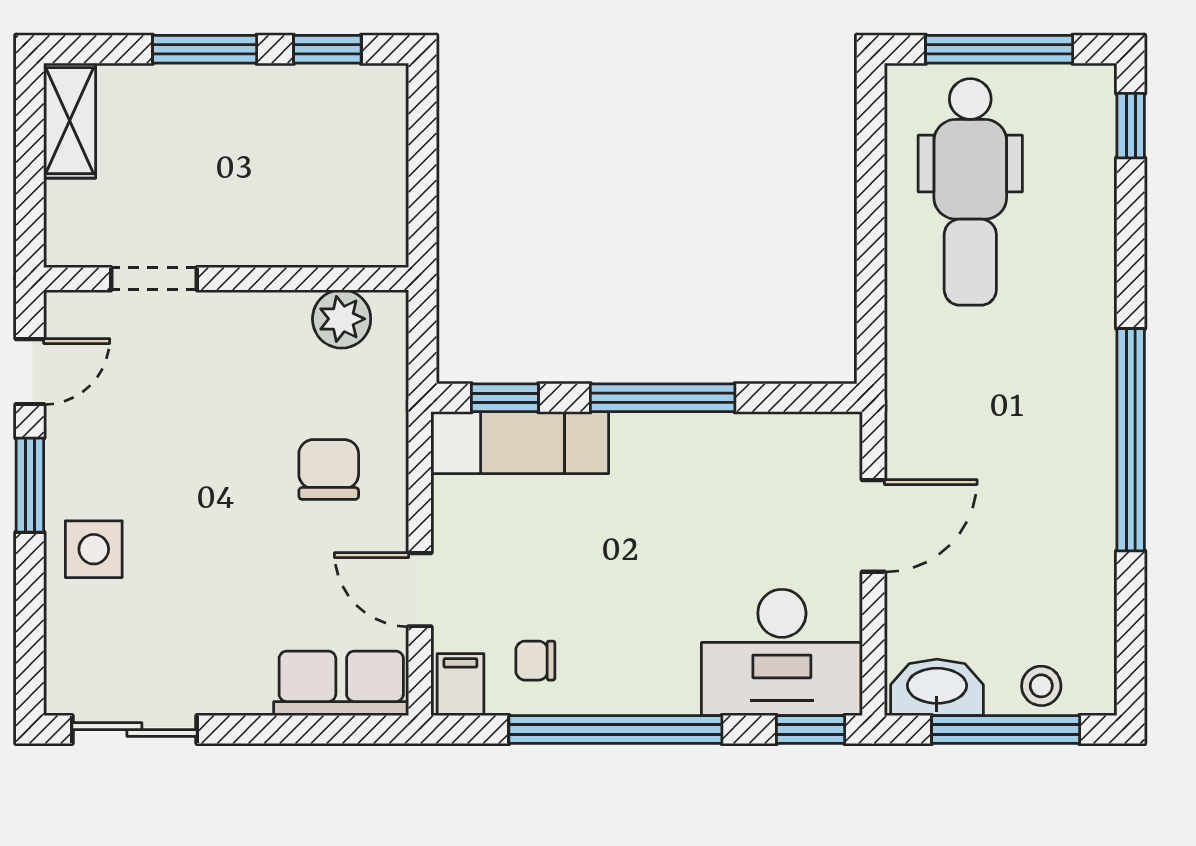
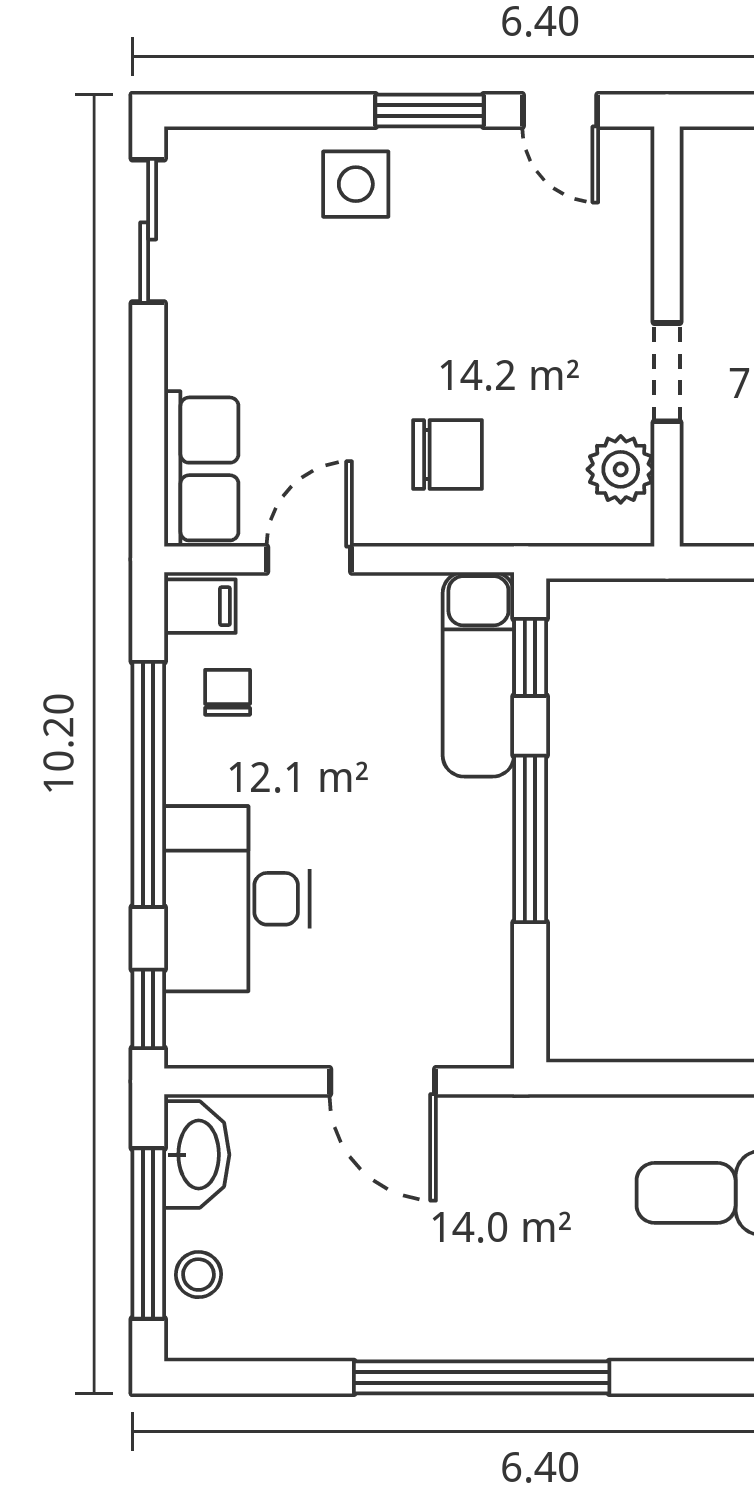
doorway: (154, 279) -> (667, 372), moved
desk: (782, 653) -> (237, 899), moved

